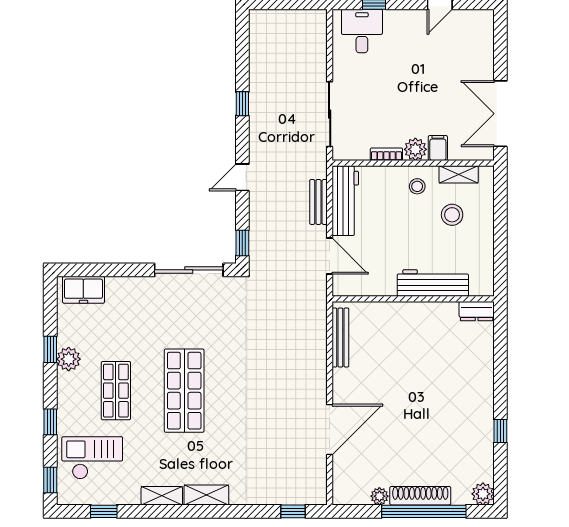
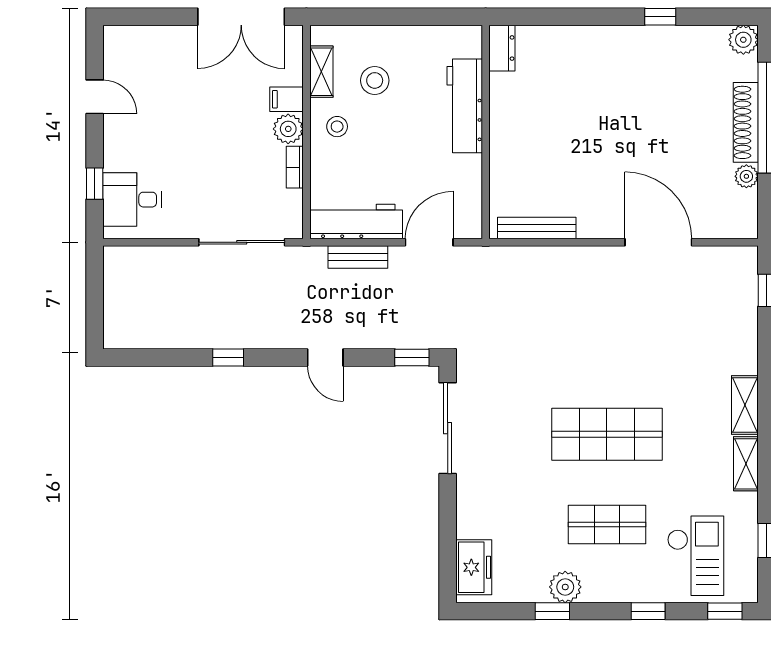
checkout: (92, 458) -> (696, 556), turned 180

